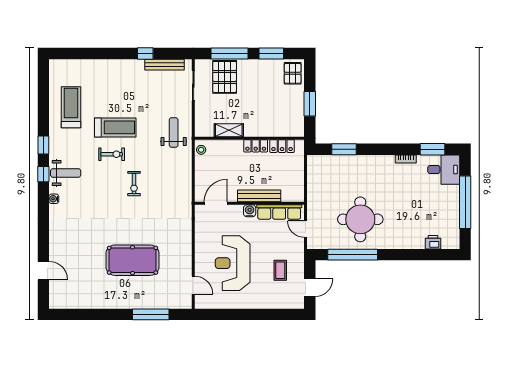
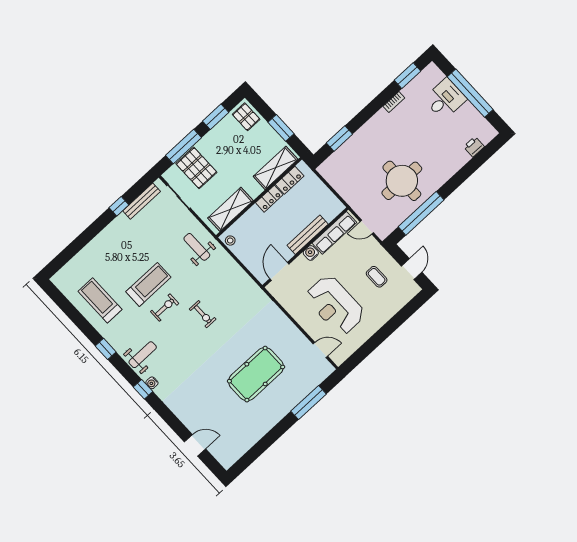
shelving: (280, 128) -> (275, 168), added
shelving: (229, 130) -> (230, 209), width x1.50, depth x1.33
desk: (444, 170) -> (445, 99), moved
window: (43, 174) -> (143, 389), moved

